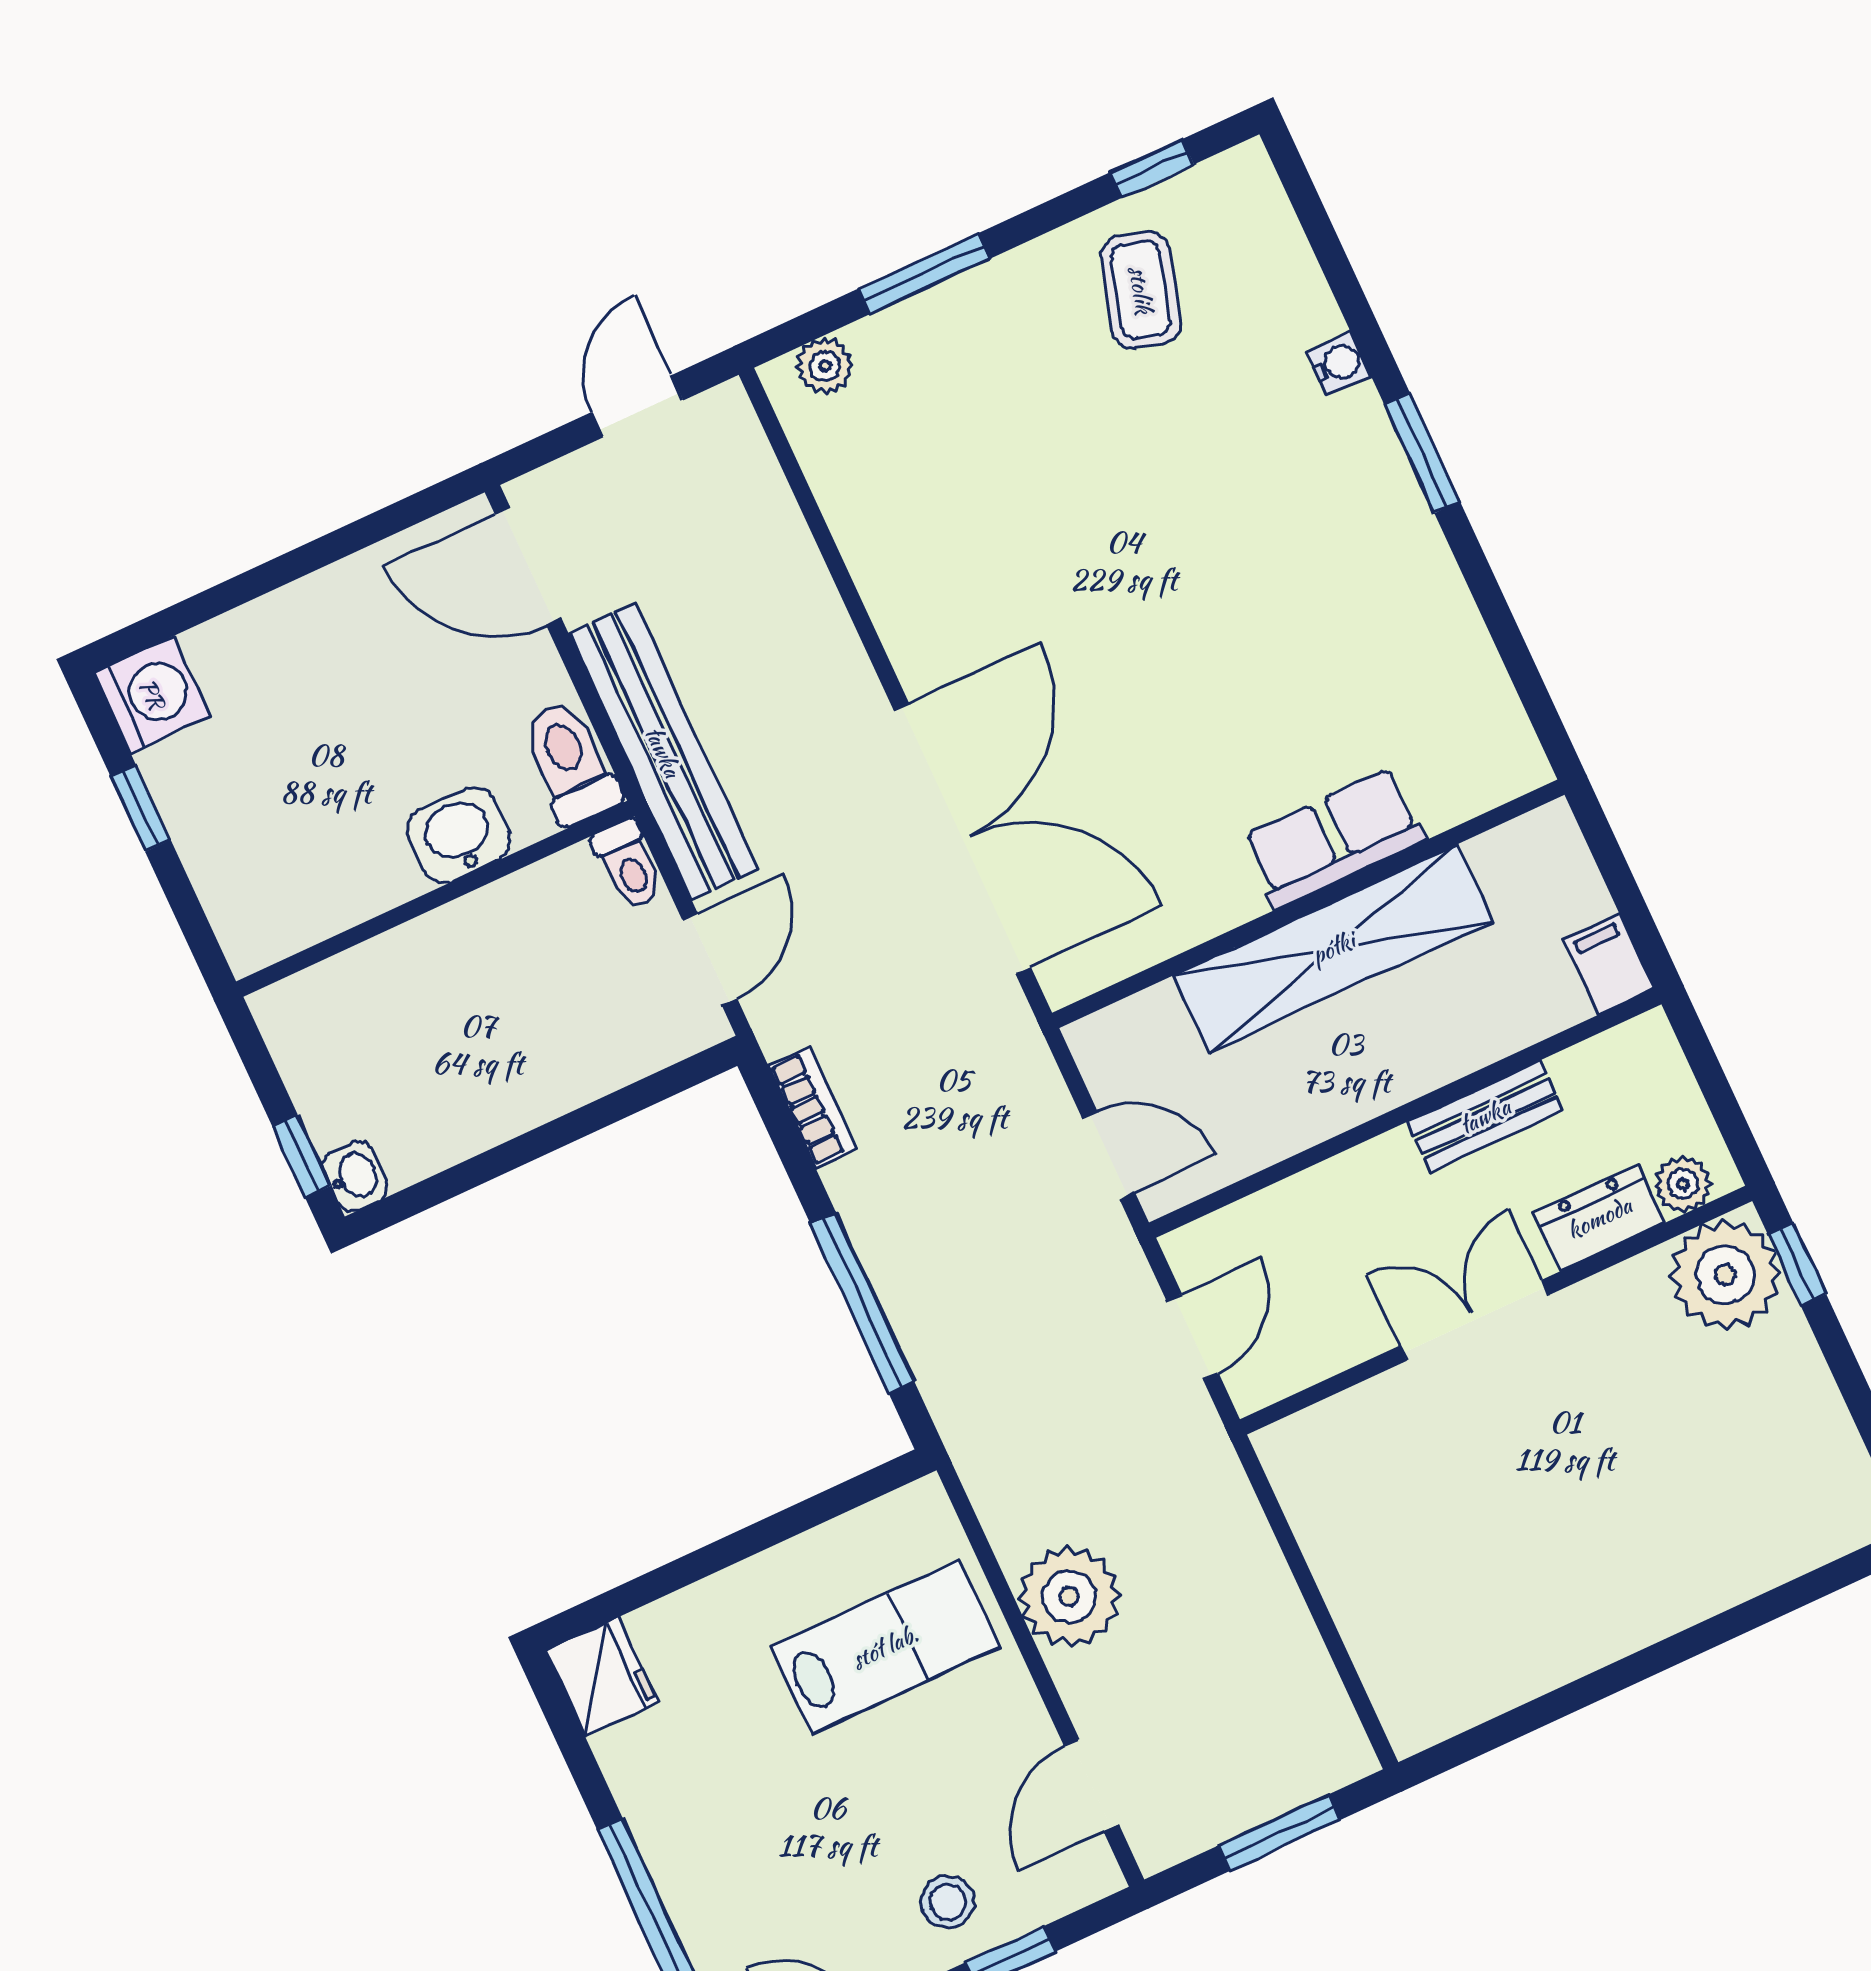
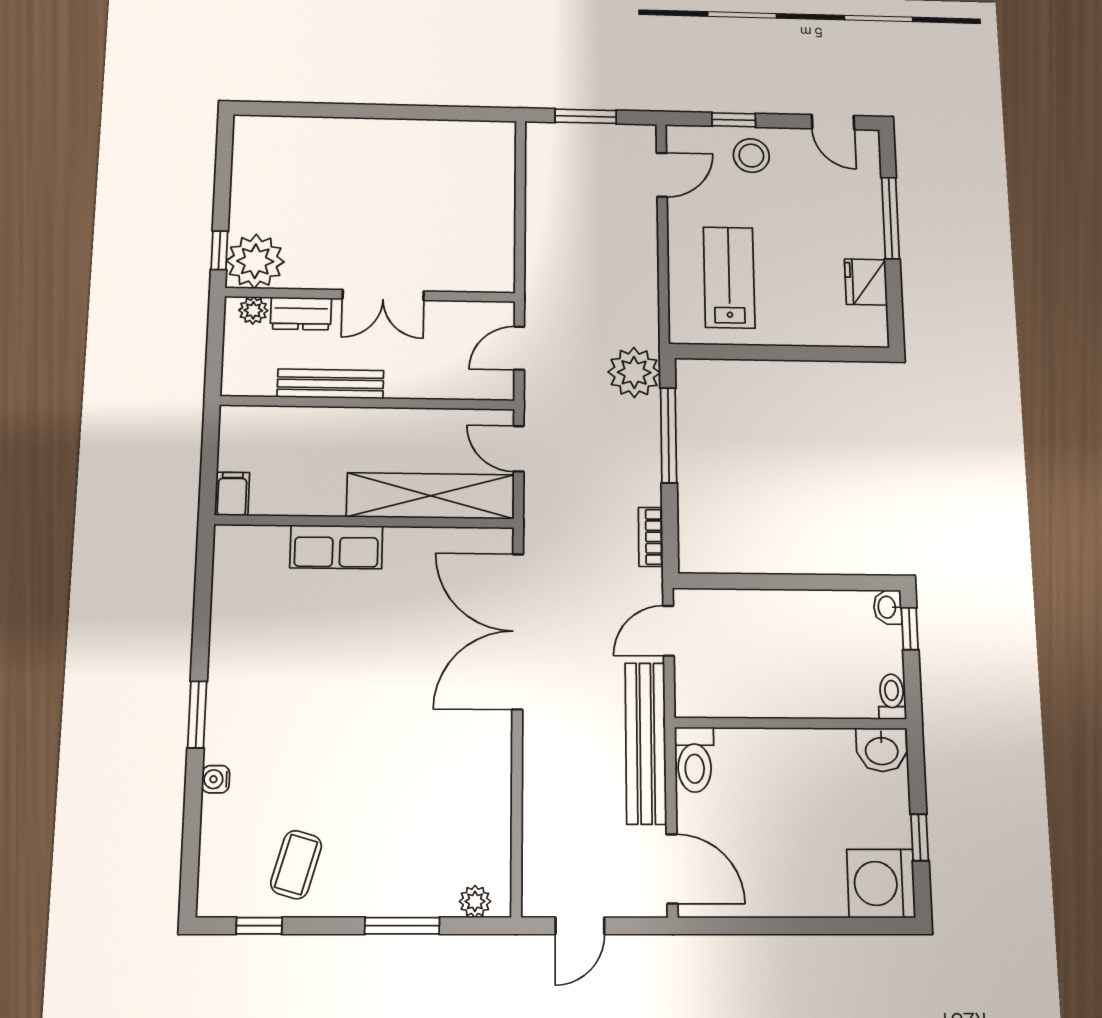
washing machine: (152, 694) -> (881, 883), width x1.37, depth x1.37
washbasin: (459, 835) -> (882, 750), moved
toilet: (629, 865) -> (892, 697), moved
shelving: (1333, 948) -> (431, 496), moved
filing cabinet: (1609, 964) -> (232, 494), moved, turned 180
bench: (1485, 1116) -> (330, 384), width x1.36
plant: (1069, 1597) -> (634, 372), moved
lab bench: (885, 1647) -> (729, 277), turned 90
fridge: (602, 1677) -> (866, 282), moved
stool: (948, 1902) -> (751, 156), width x1.37, depth x1.37

